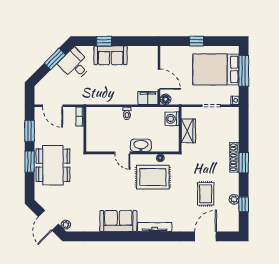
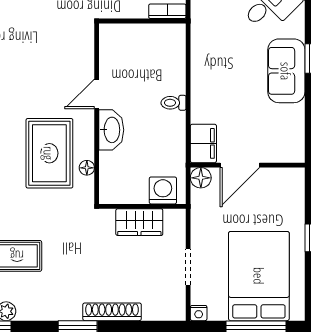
shoe rack: (234, 157) -> (112, 312), moved

